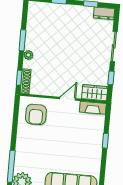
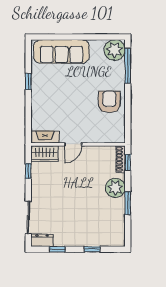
sliding door: (114, 46) -> (28, 218), moved
plant: (28, 55) -> (115, 188), width x1.88, depth x1.88
armchair: (36, 114) -> (109, 102), moved
window: (105, 141) -> (28, 81), moved

